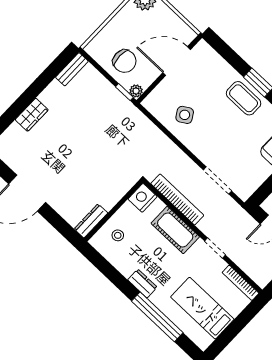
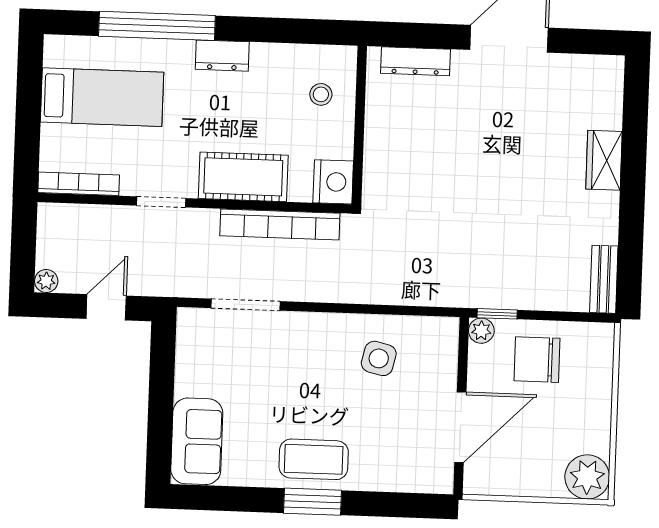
side table: (185, 115) -> (379, 358), turned 45
dresser: (91, 221) -> (415, 61), moved, turned 90

